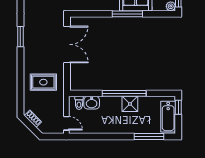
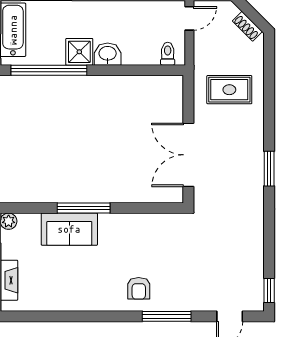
window: (124, 93) -> (49, 70), moved
washbasin: (92, 103) -> (108, 54), moved
door: (66, 123) -> (189, 18), swing flipped

